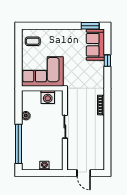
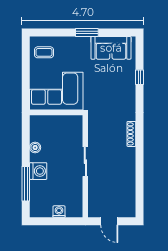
window: (90, 26) -> (87, 32), moved
sofa: (95, 45) -> (111, 48), moved, turned -90
washing machine: (48, 97) -> (38, 171), moved, turned -90
window: (18, 144) -> (26, 184), width x0.68

